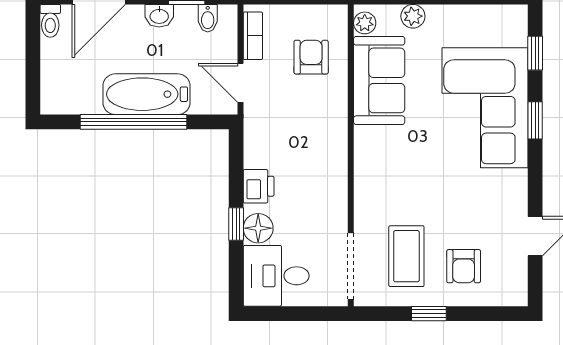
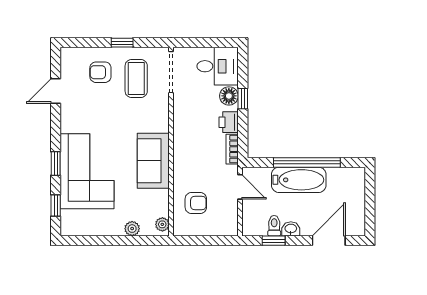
bidet: (208, 18) -> (260, 227), removed
toilet: (50, 21) -> (274, 226), moved
bookcase: (253, 36) -> (232, 149), moved
armchair: (311, 57) -> (196, 203), turned -90
sofa: (379, 80) -> (153, 161), moved
armchair: (464, 266) -> (100, 72), turned -90

